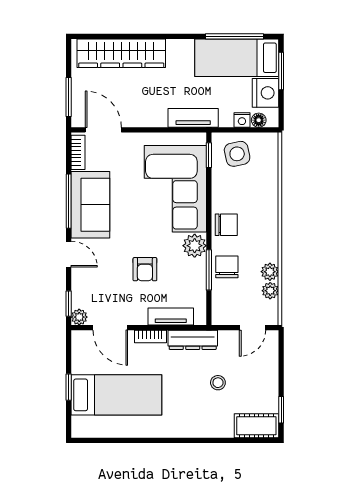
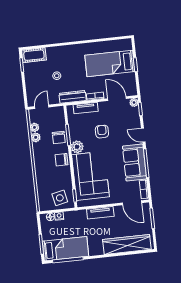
nightstand: (266, 93) -> (48, 232), removed
tv unit: (193, 118) -> (100, 213), moved

